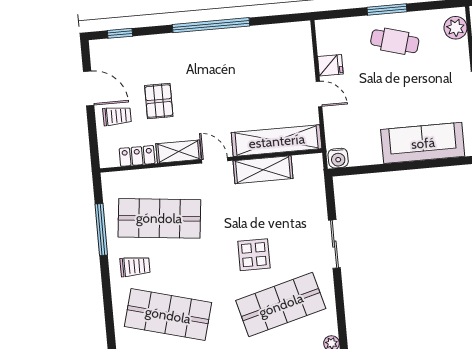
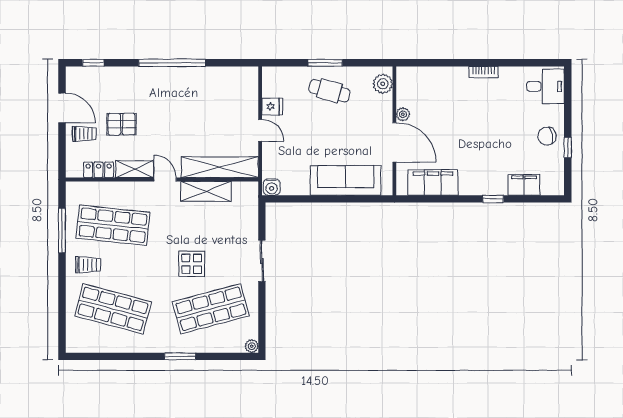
pallet: (159, 101) -> (121, 124), turned 90

